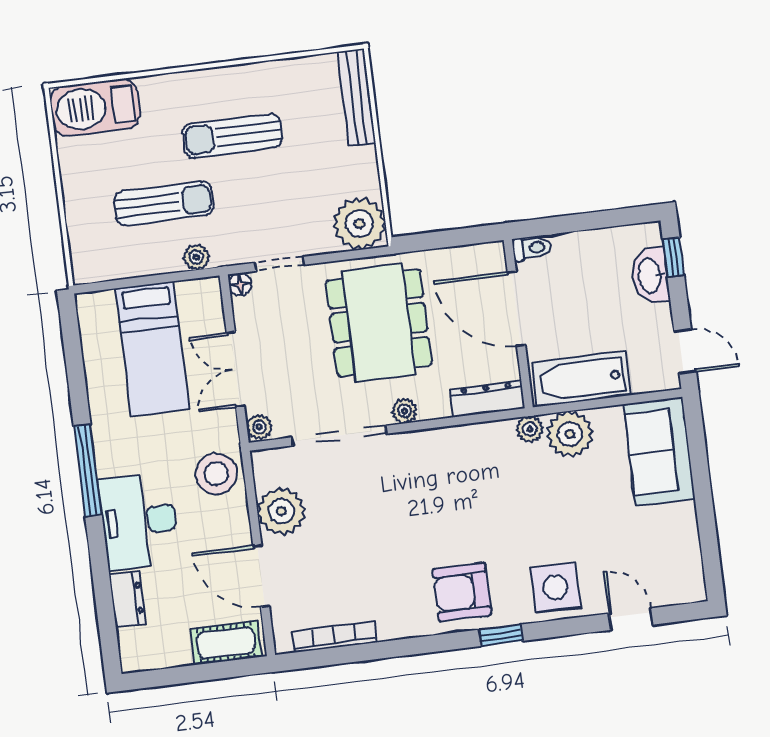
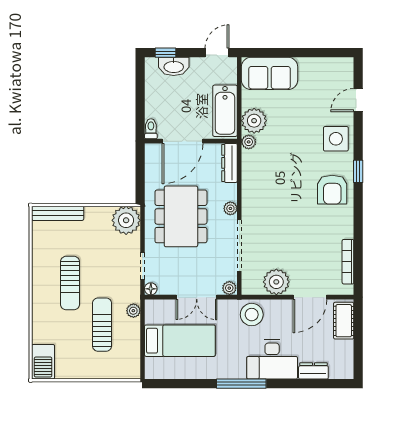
barbecue: (95, 107) -> (43, 362), width x0.73, depth x0.83
dining table: (379, 323) -> (181, 216), turned 90

